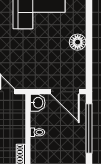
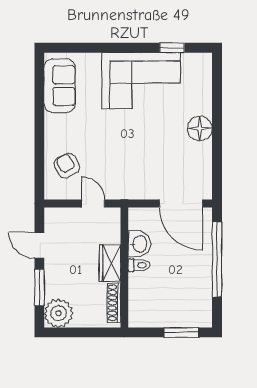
washbasin: (38, 103) -> (139, 244), moved
wardrobe: (18, 131) -> (110, 263), added

